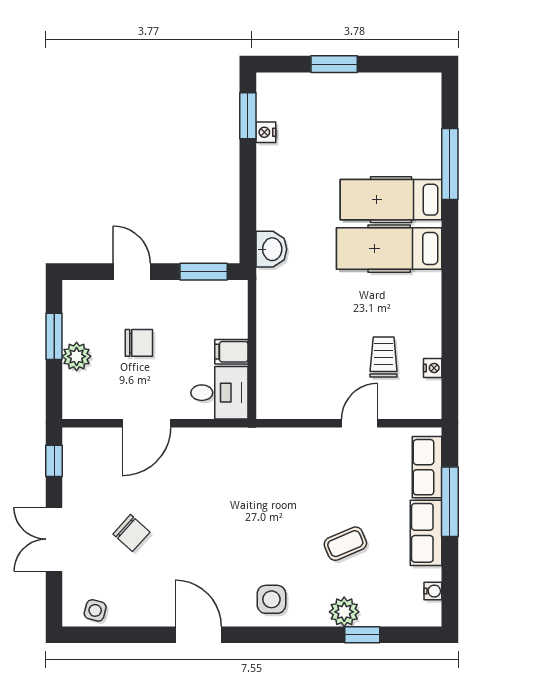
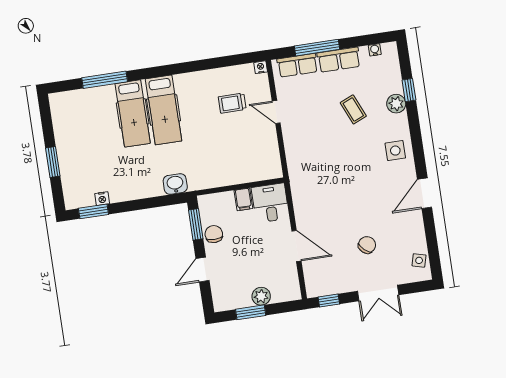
chair: (139, 343) -> (214, 234), moved
nightstand: (433, 368) -> (261, 67), moved

